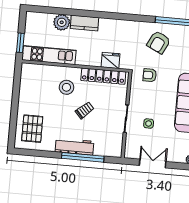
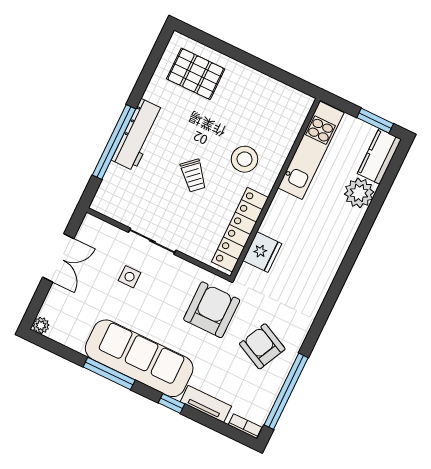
kitchen counter: (84, 23) -> (379, 156), moved
window: (20, 43) -> (375, 121), moved
armchair: (150, 75) -> (212, 310), width x1.88, depth x1.88

